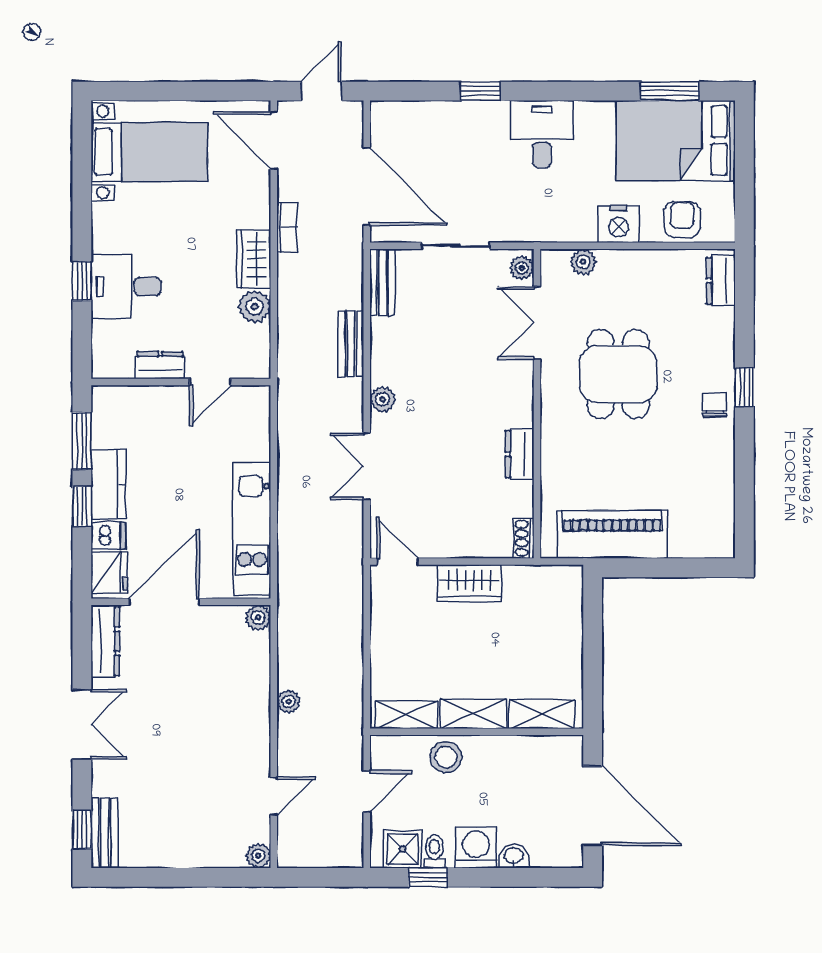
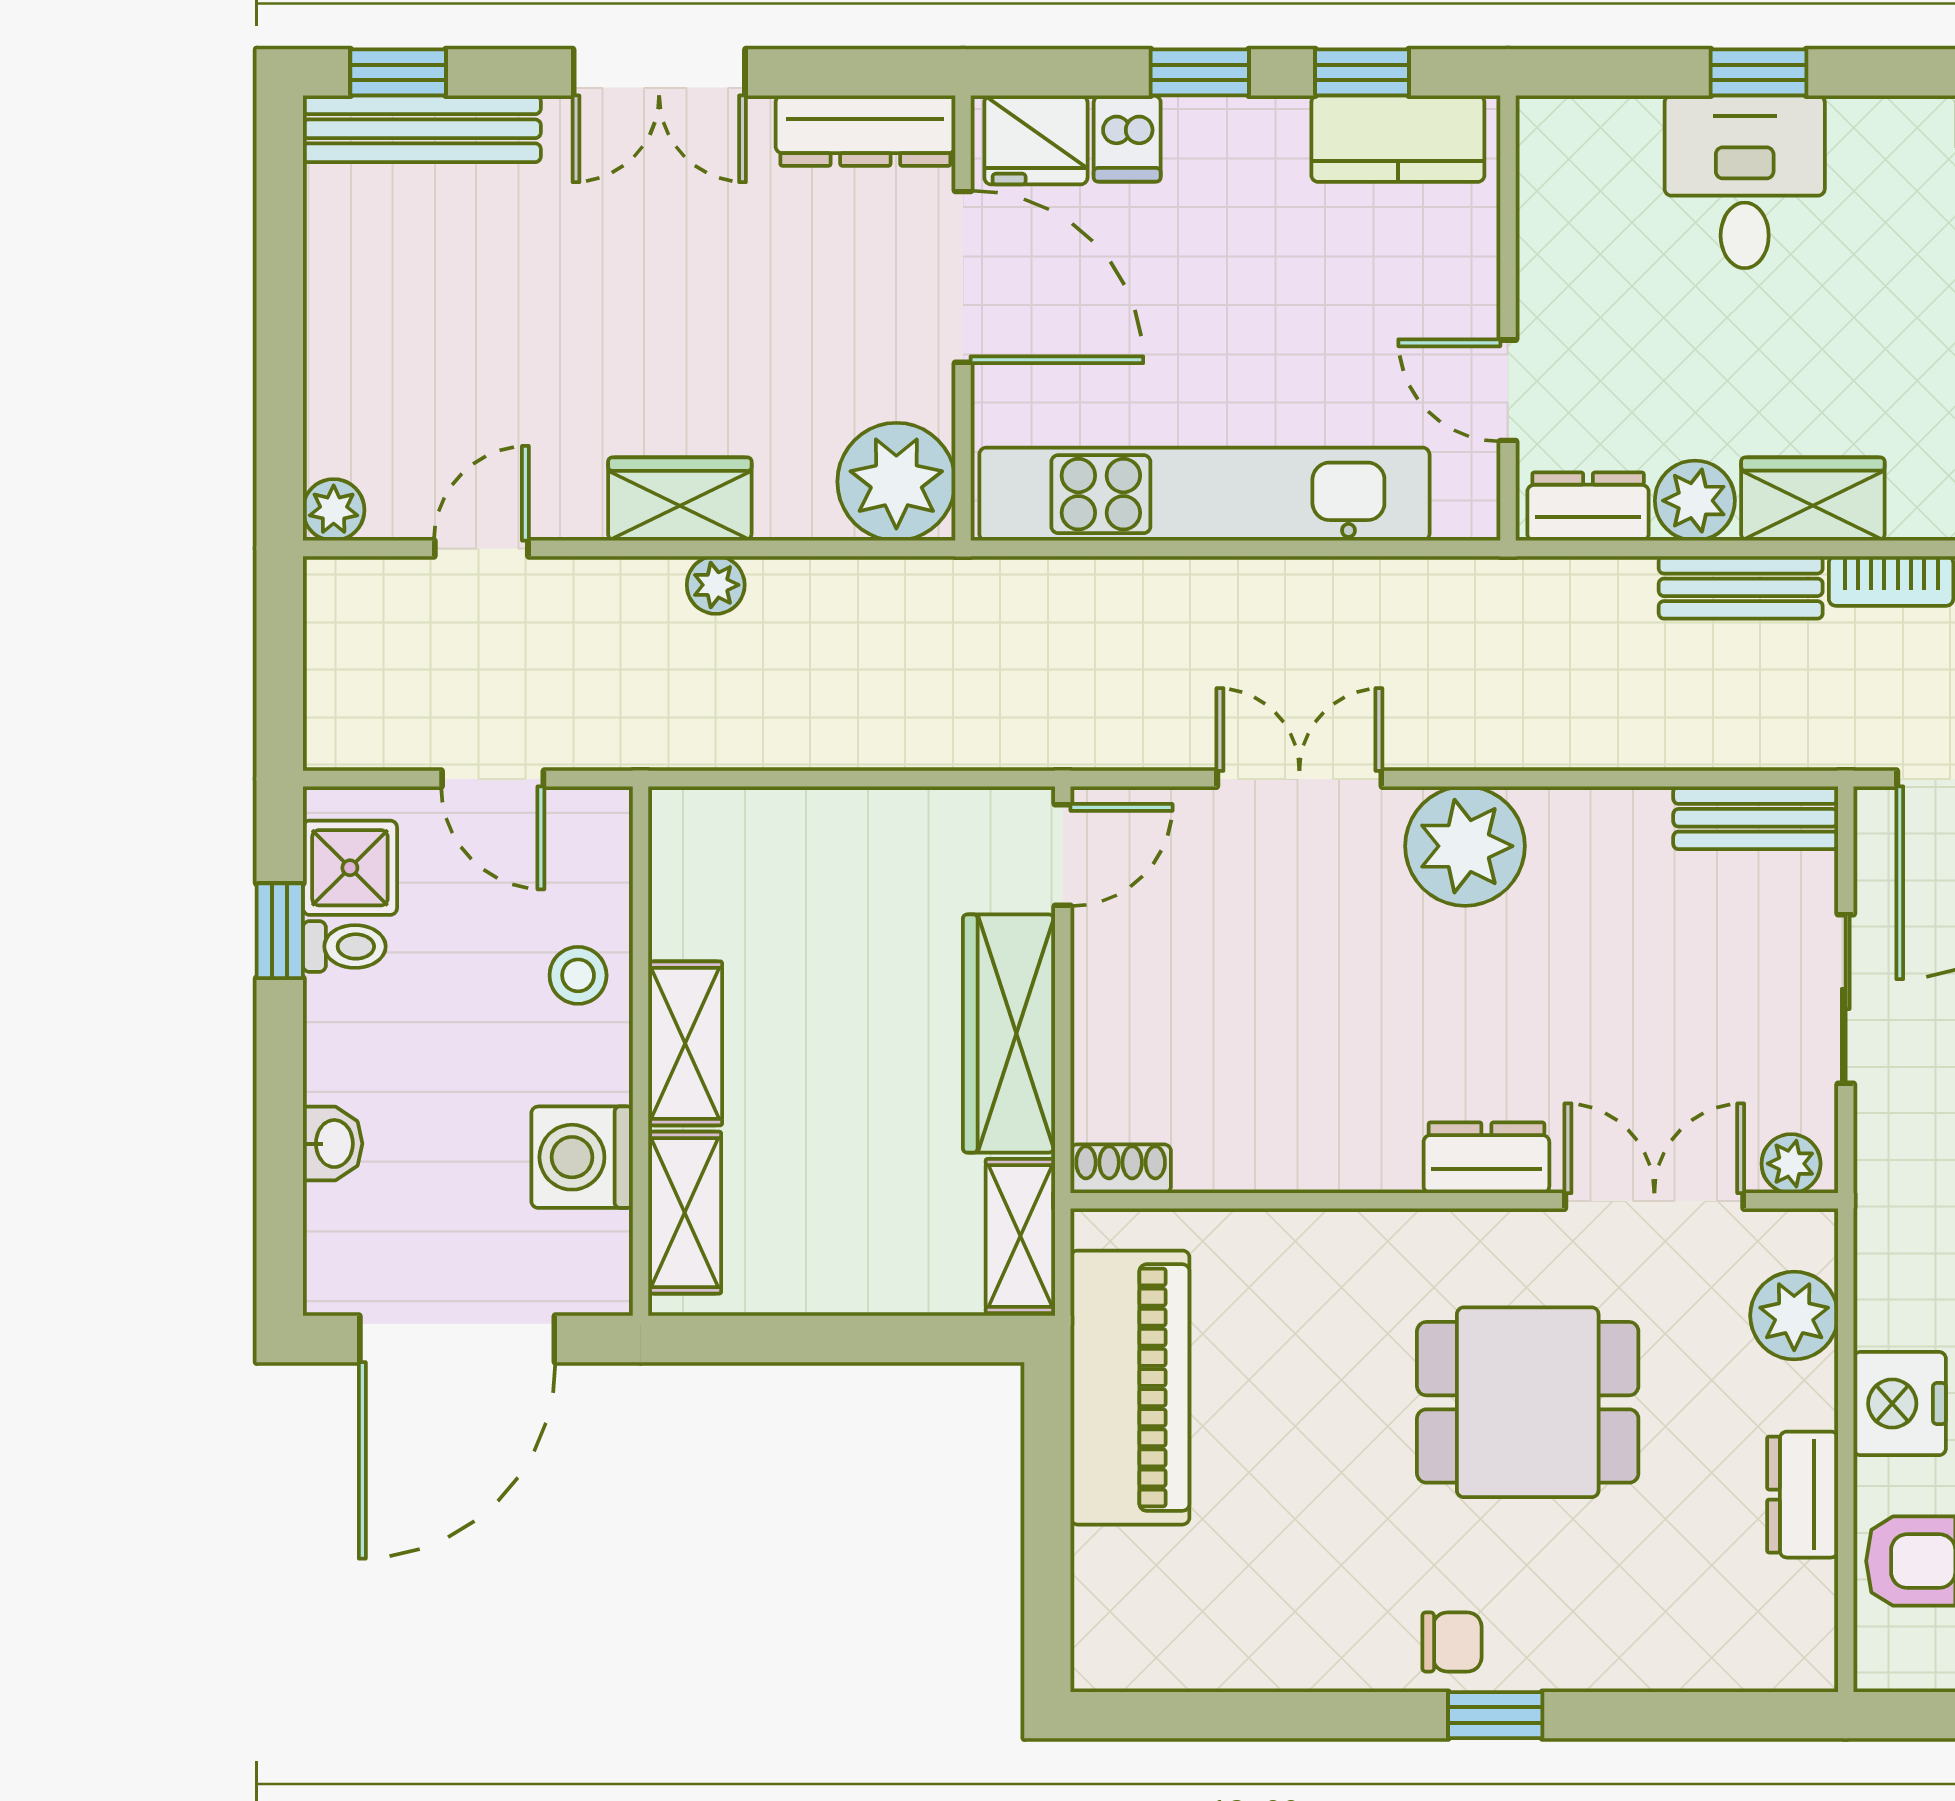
plant: (583, 262) -> (1794, 1316), width x1.38, depth x1.38
dresser: (721, 281) -> (1803, 1495), moved, turned -90
bench: (351, 344) -> (1741, 587), moved
dresser: (160, 365) -> (1588, 507), moved, turned -90
plant: (383, 399) -> (1465, 846), width x1.87, depth x1.87
window: (82, 441) -> (1362, 72), width x0.67
dresser: (520, 454) -> (1486, 1158), moved
kitchen counter: (109, 485) -> (1398, 139), moved
kitchen unit: (252, 529) -> (1204, 494), width x1.36
wardrobe: (469, 583) -> (1009, 1033), width x1.50
plant: (258, 618) -> (896, 482), width x1.87, depth x1.87
shelving: (407, 715) -> (1020, 1236), moved
wardrobe: (254, 716) -> (680, 499), added
stool: (446, 757) -> (578, 975), width x0.73, depth x0.73
door: (274, 796) -> (481, 548), swing flipped
bench: (105, 833) -> (422, 129), width x1.36
washing machine: (476, 848) -> (582, 1157), moved, turned 180

